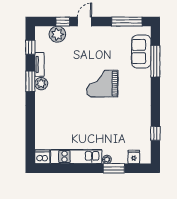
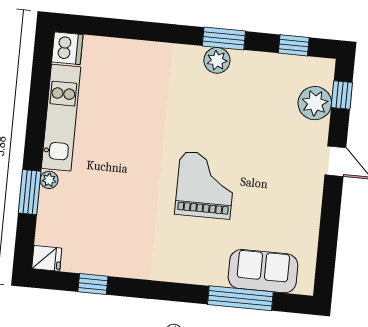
window: (63, 22) -> (342, 95), moved
window: (127, 22) -> (327, 248), removed
tv unit: (39, 64) -> (257, 61), removed
fridge: (134, 157) -> (47, 258), moved

